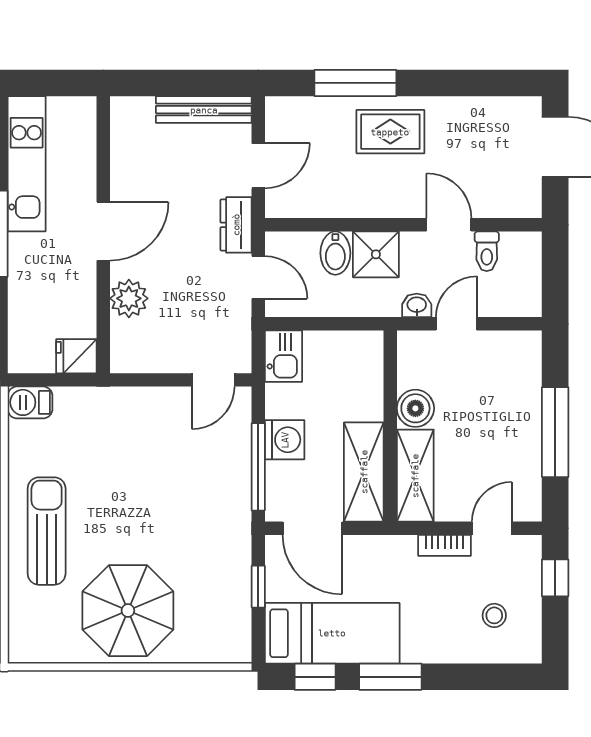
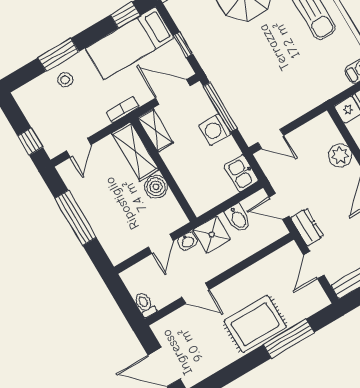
rug: (390, 132) -> (255, 324), width x1.36, depth x1.43
toilet: (487, 251) -> (145, 305), moved
bidet: (335, 253) -> (238, 218), moved, turned 180
shower: (376, 254) -> (212, 234), moved
door: (213, 380) -> (271, 139), swing flipped
shelving: (364, 472) -> (155, 130), width x0.67, depth x0.75
bookcase: (445, 545) -> (123, 109), moved
stool: (494, 615) -> (65, 80), moved
window: (390, 677) -> (58, 55), moved

